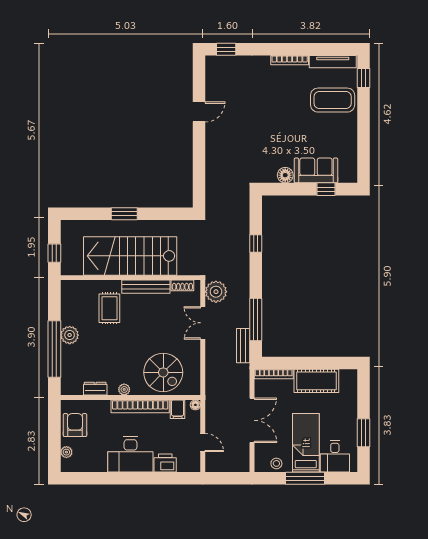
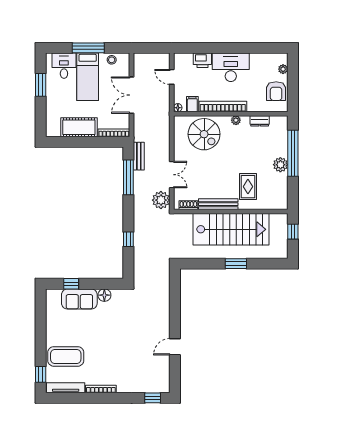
spiral stairs: (163, 372) -> (204, 134), turned 180

